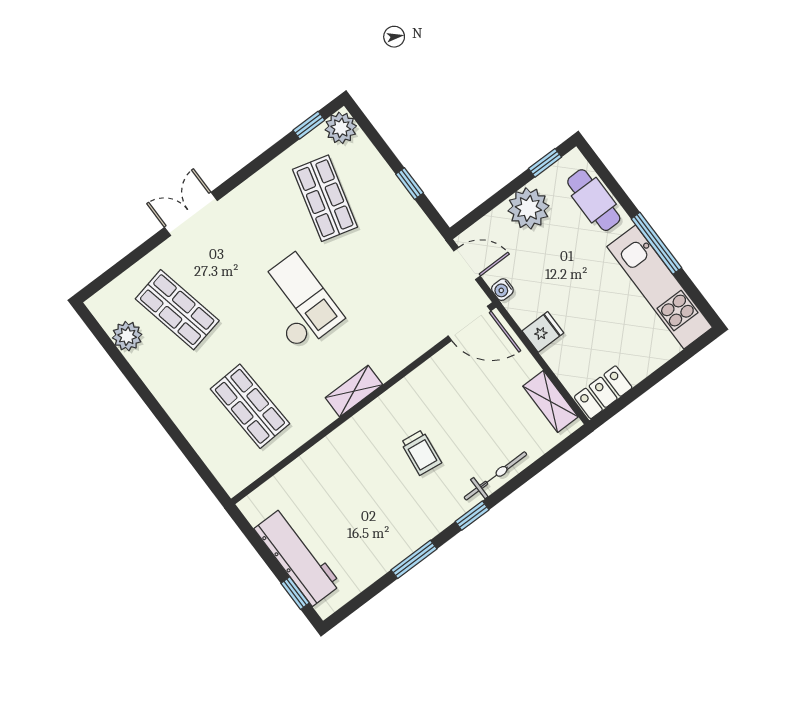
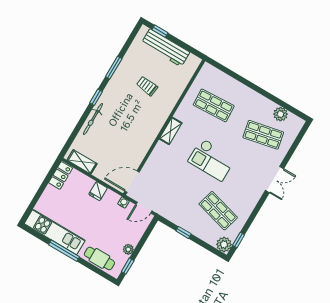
plant: (528, 208) -> (128, 249), width x0.53, depth x0.53
trolley: (421, 452) -> (147, 86), moved

